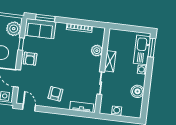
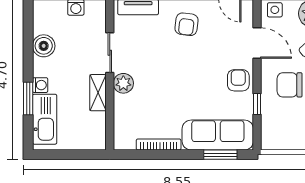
plant: (14, 29) -> (273, 129), removed
sofa: (40, 29) -> (218, 135), width x1.36
window: (152, 48) -> (28, 99), moved
plant: (97, 51) -> (123, 83), moved

